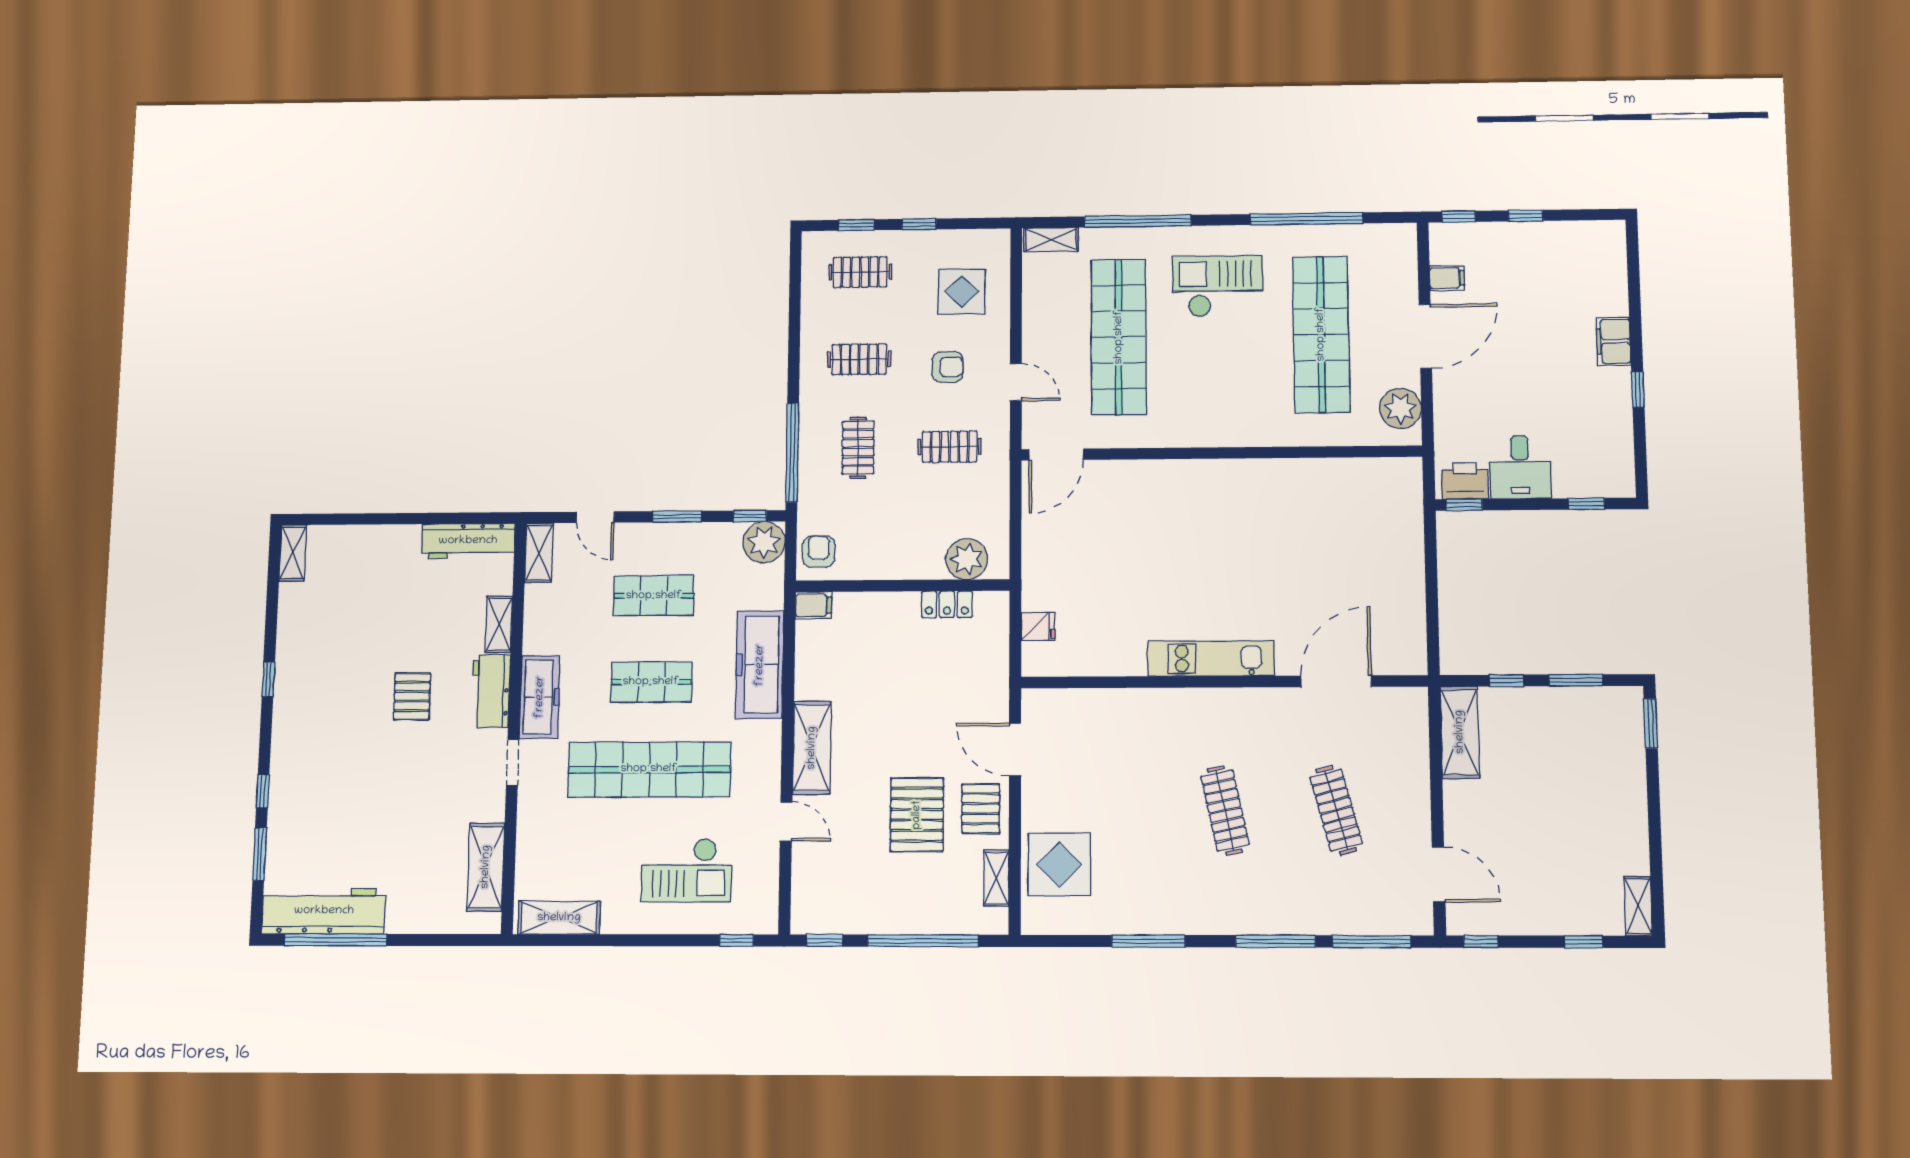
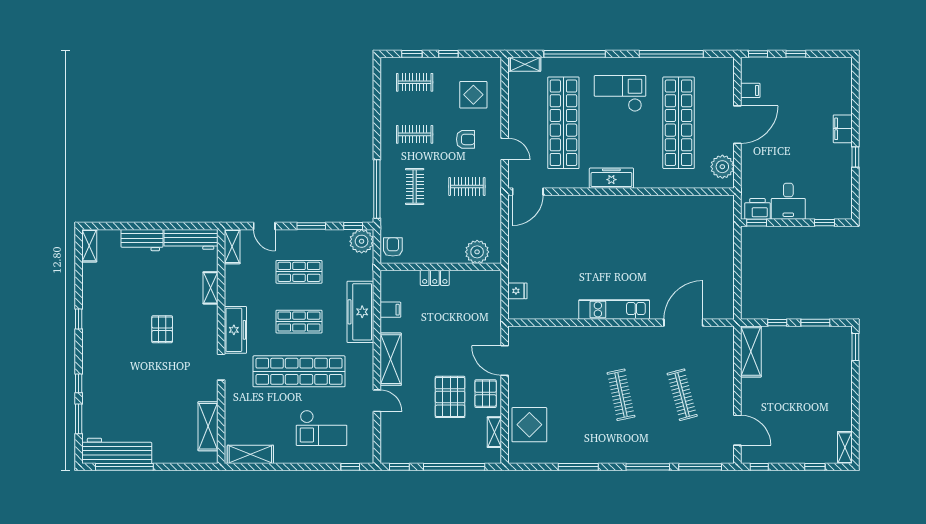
freezer: (1204, 430) -> (611, 178), added
locker: (947, 604) -> (435, 278), moved
filing cabinet: (814, 605) -> (390, 310), moved
workbench: (491, 691) -> (142, 240), moved, turned -90

